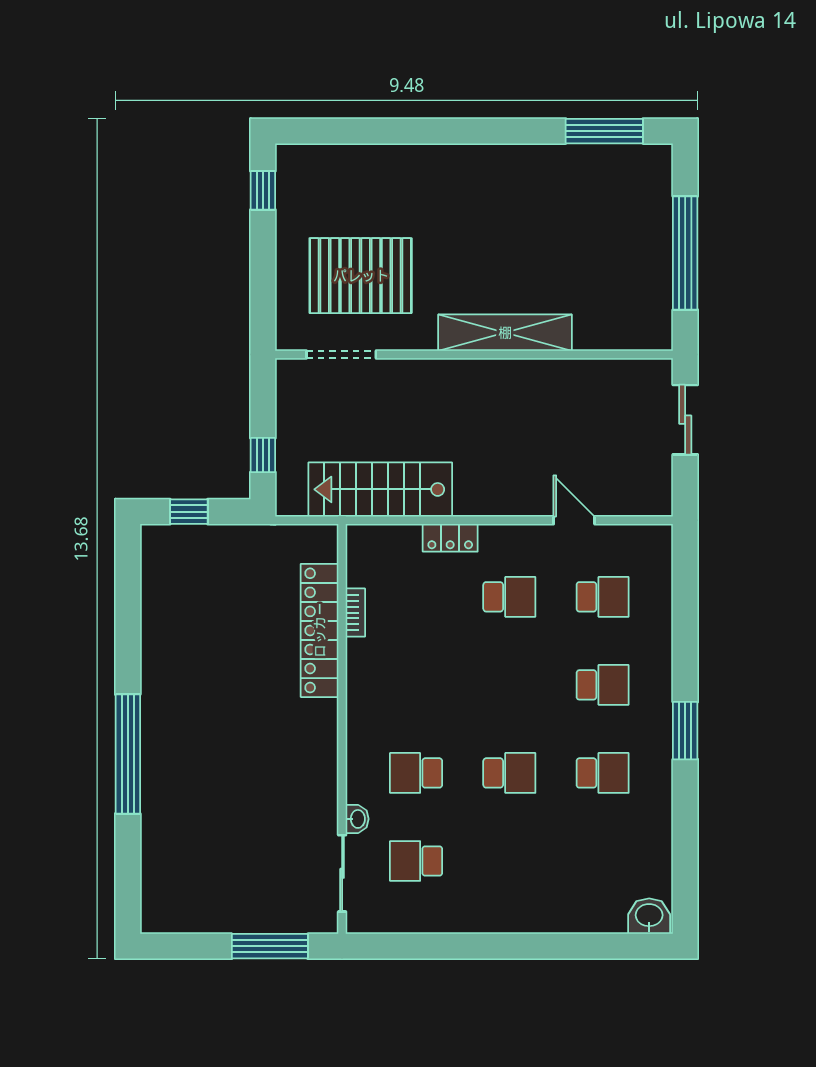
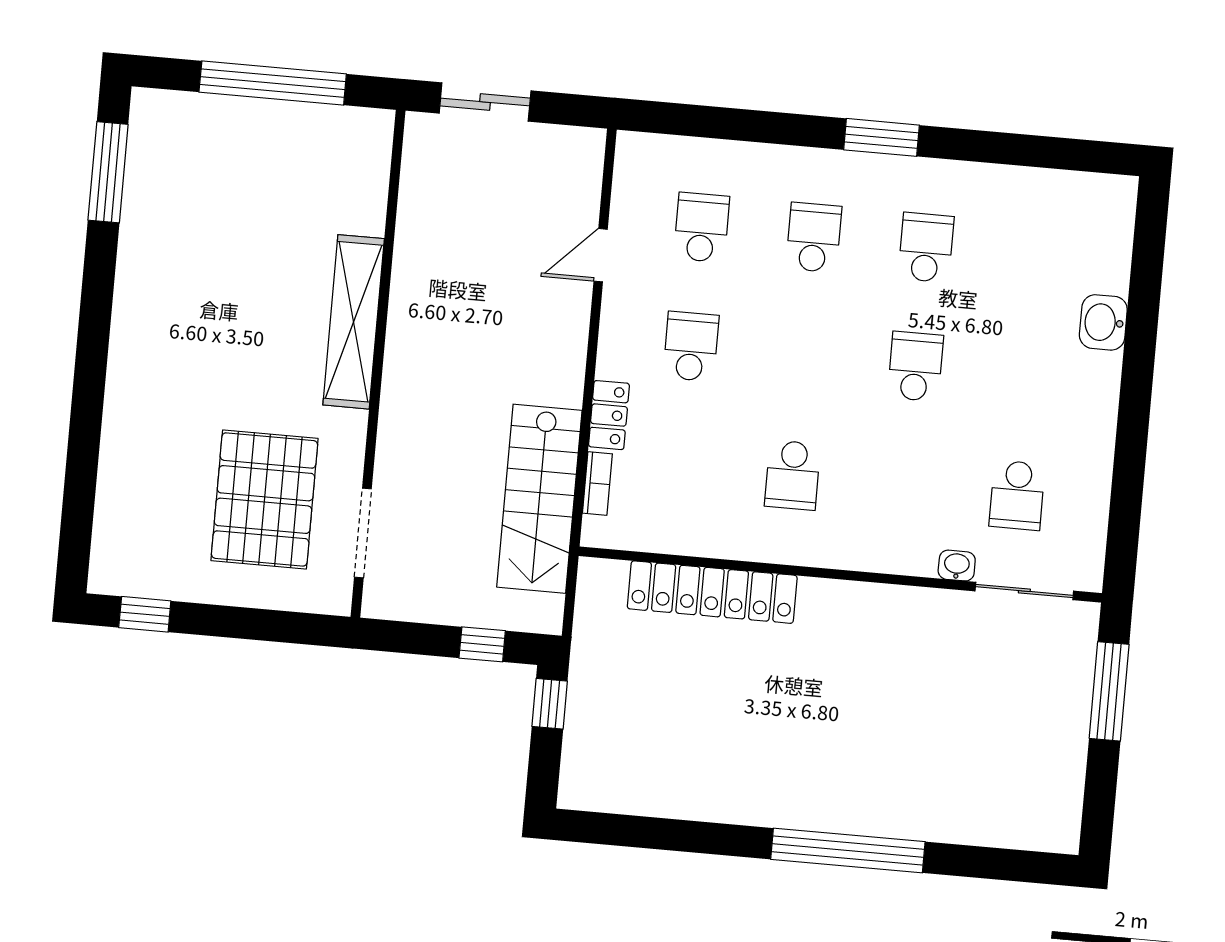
window: (189, 512) -> (550, 704), moved
bookcase: (355, 613) -> (597, 483), moved, turned 90
school desk: (416, 773) -> (793, 475), moved
washbasin: (649, 916) -> (1103, 322), moved

